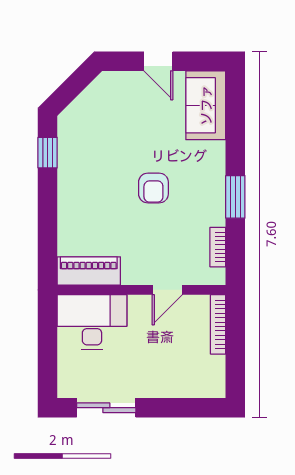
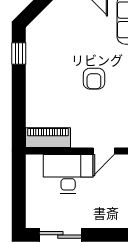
desk: (92, 322) -> (68, 174), moved

